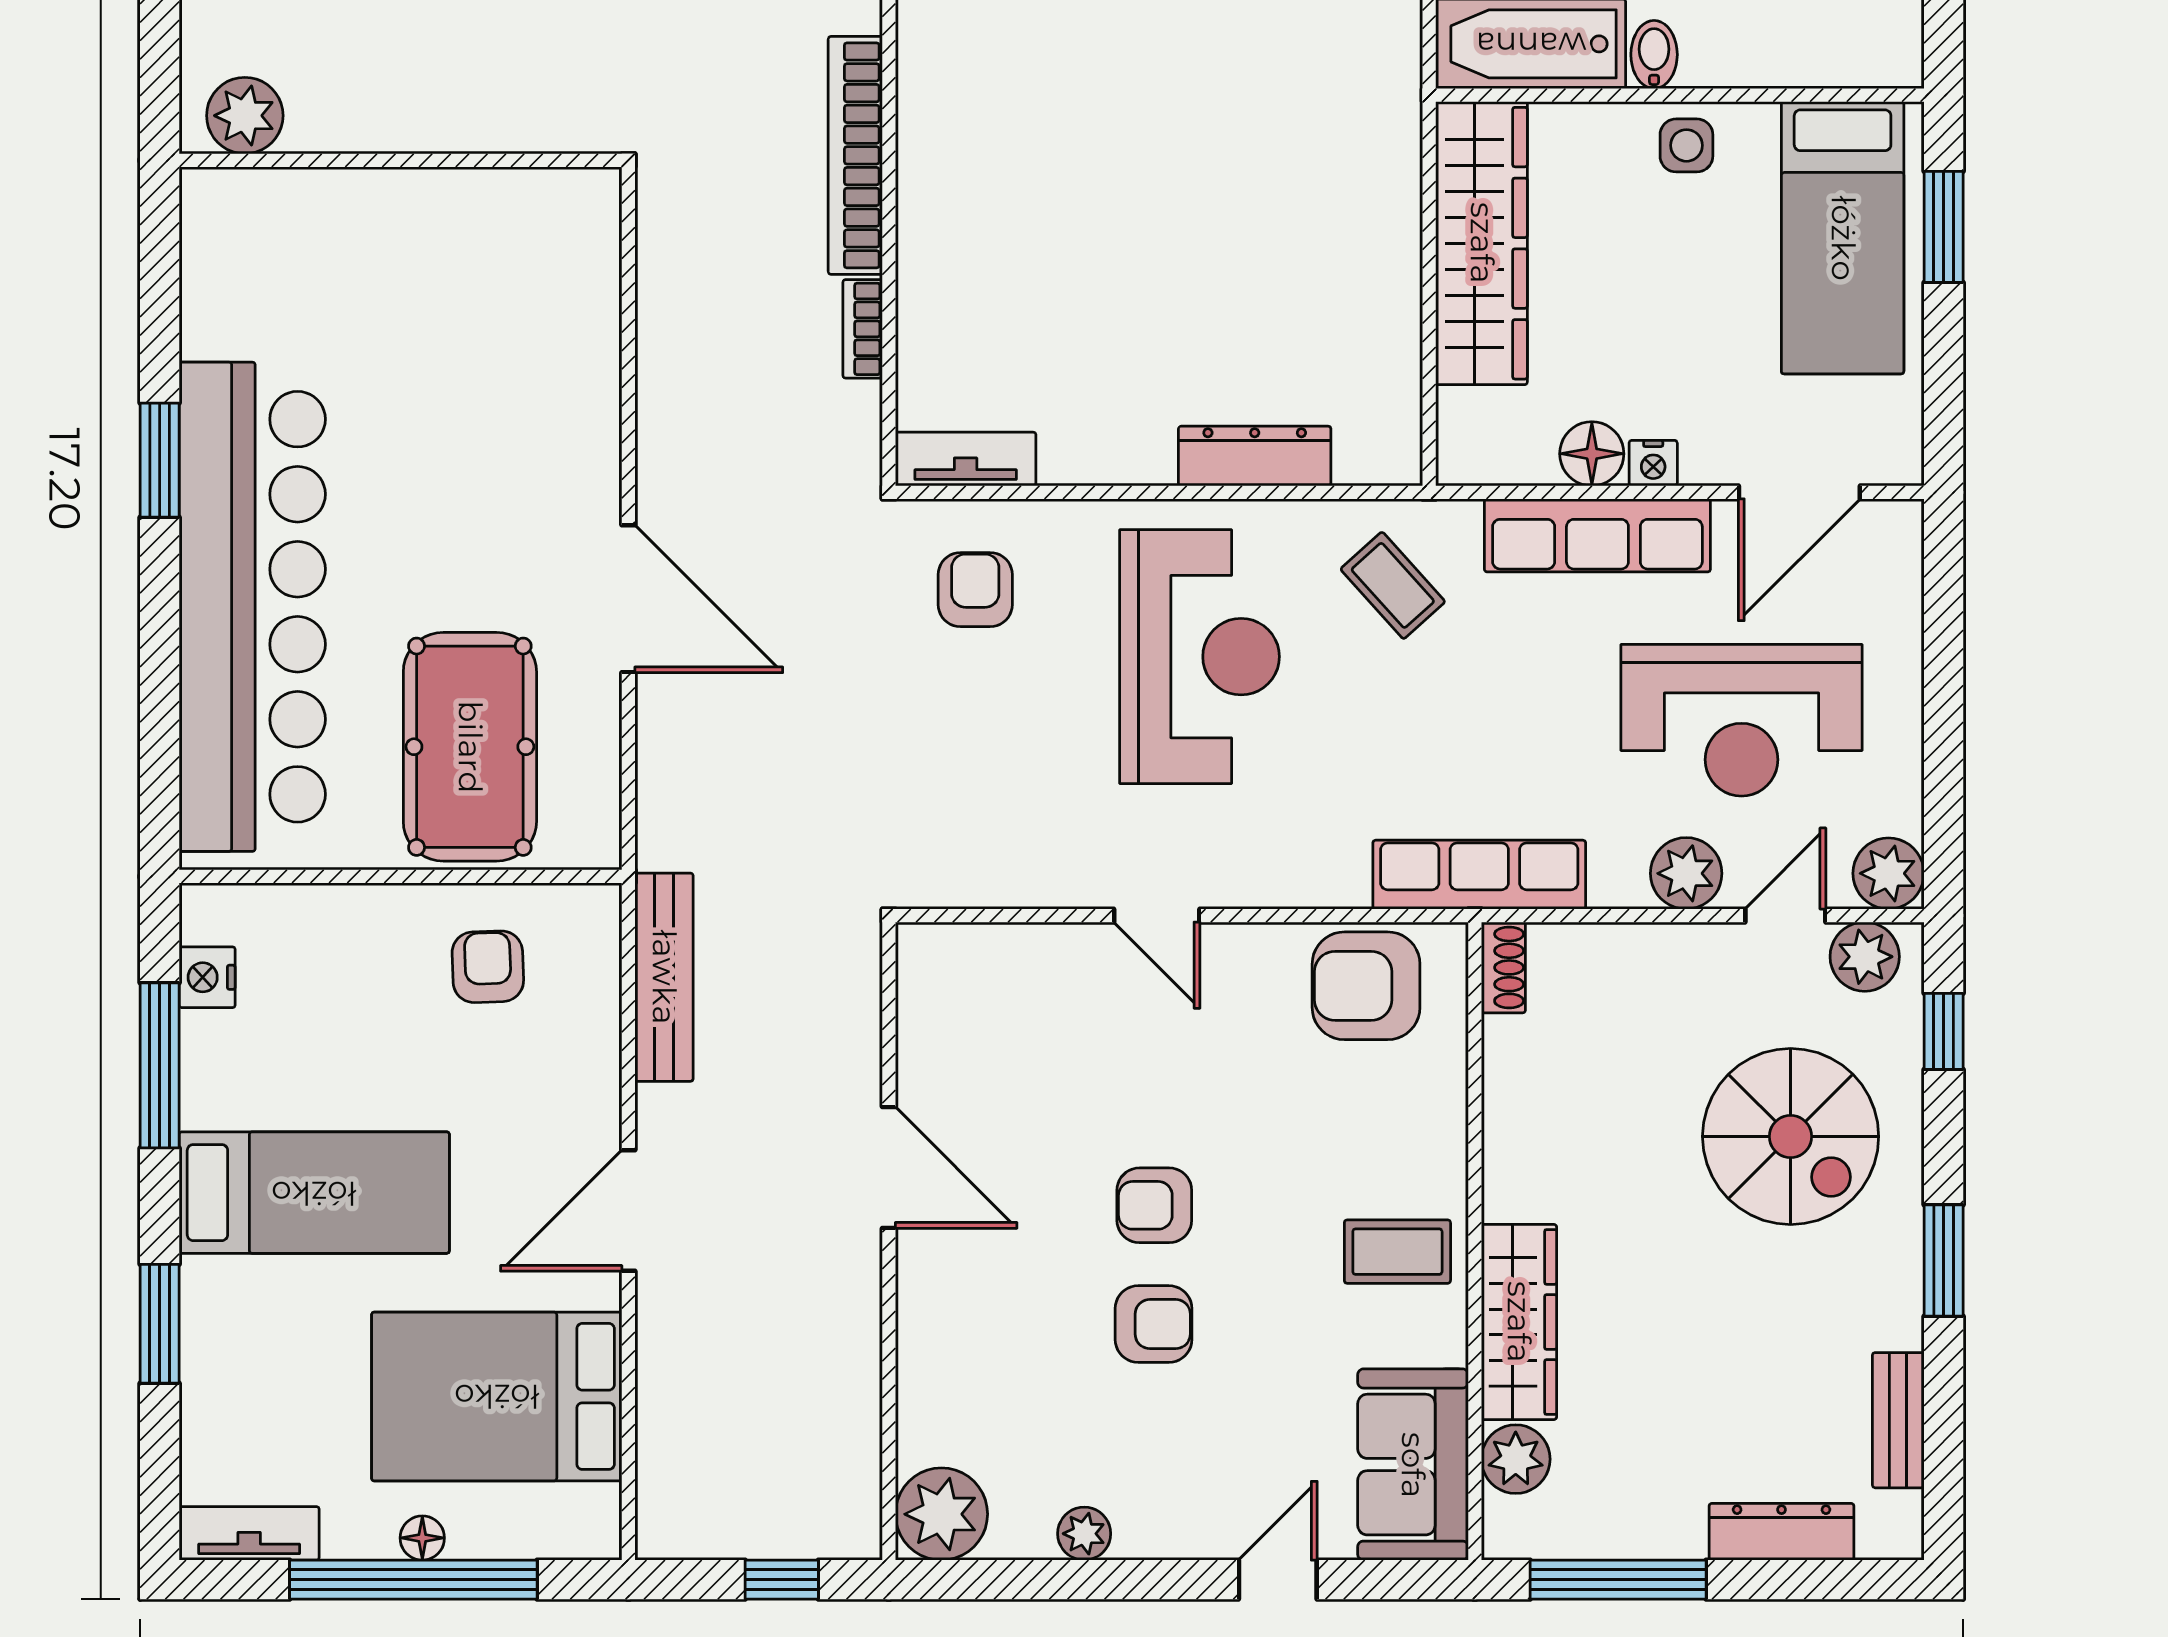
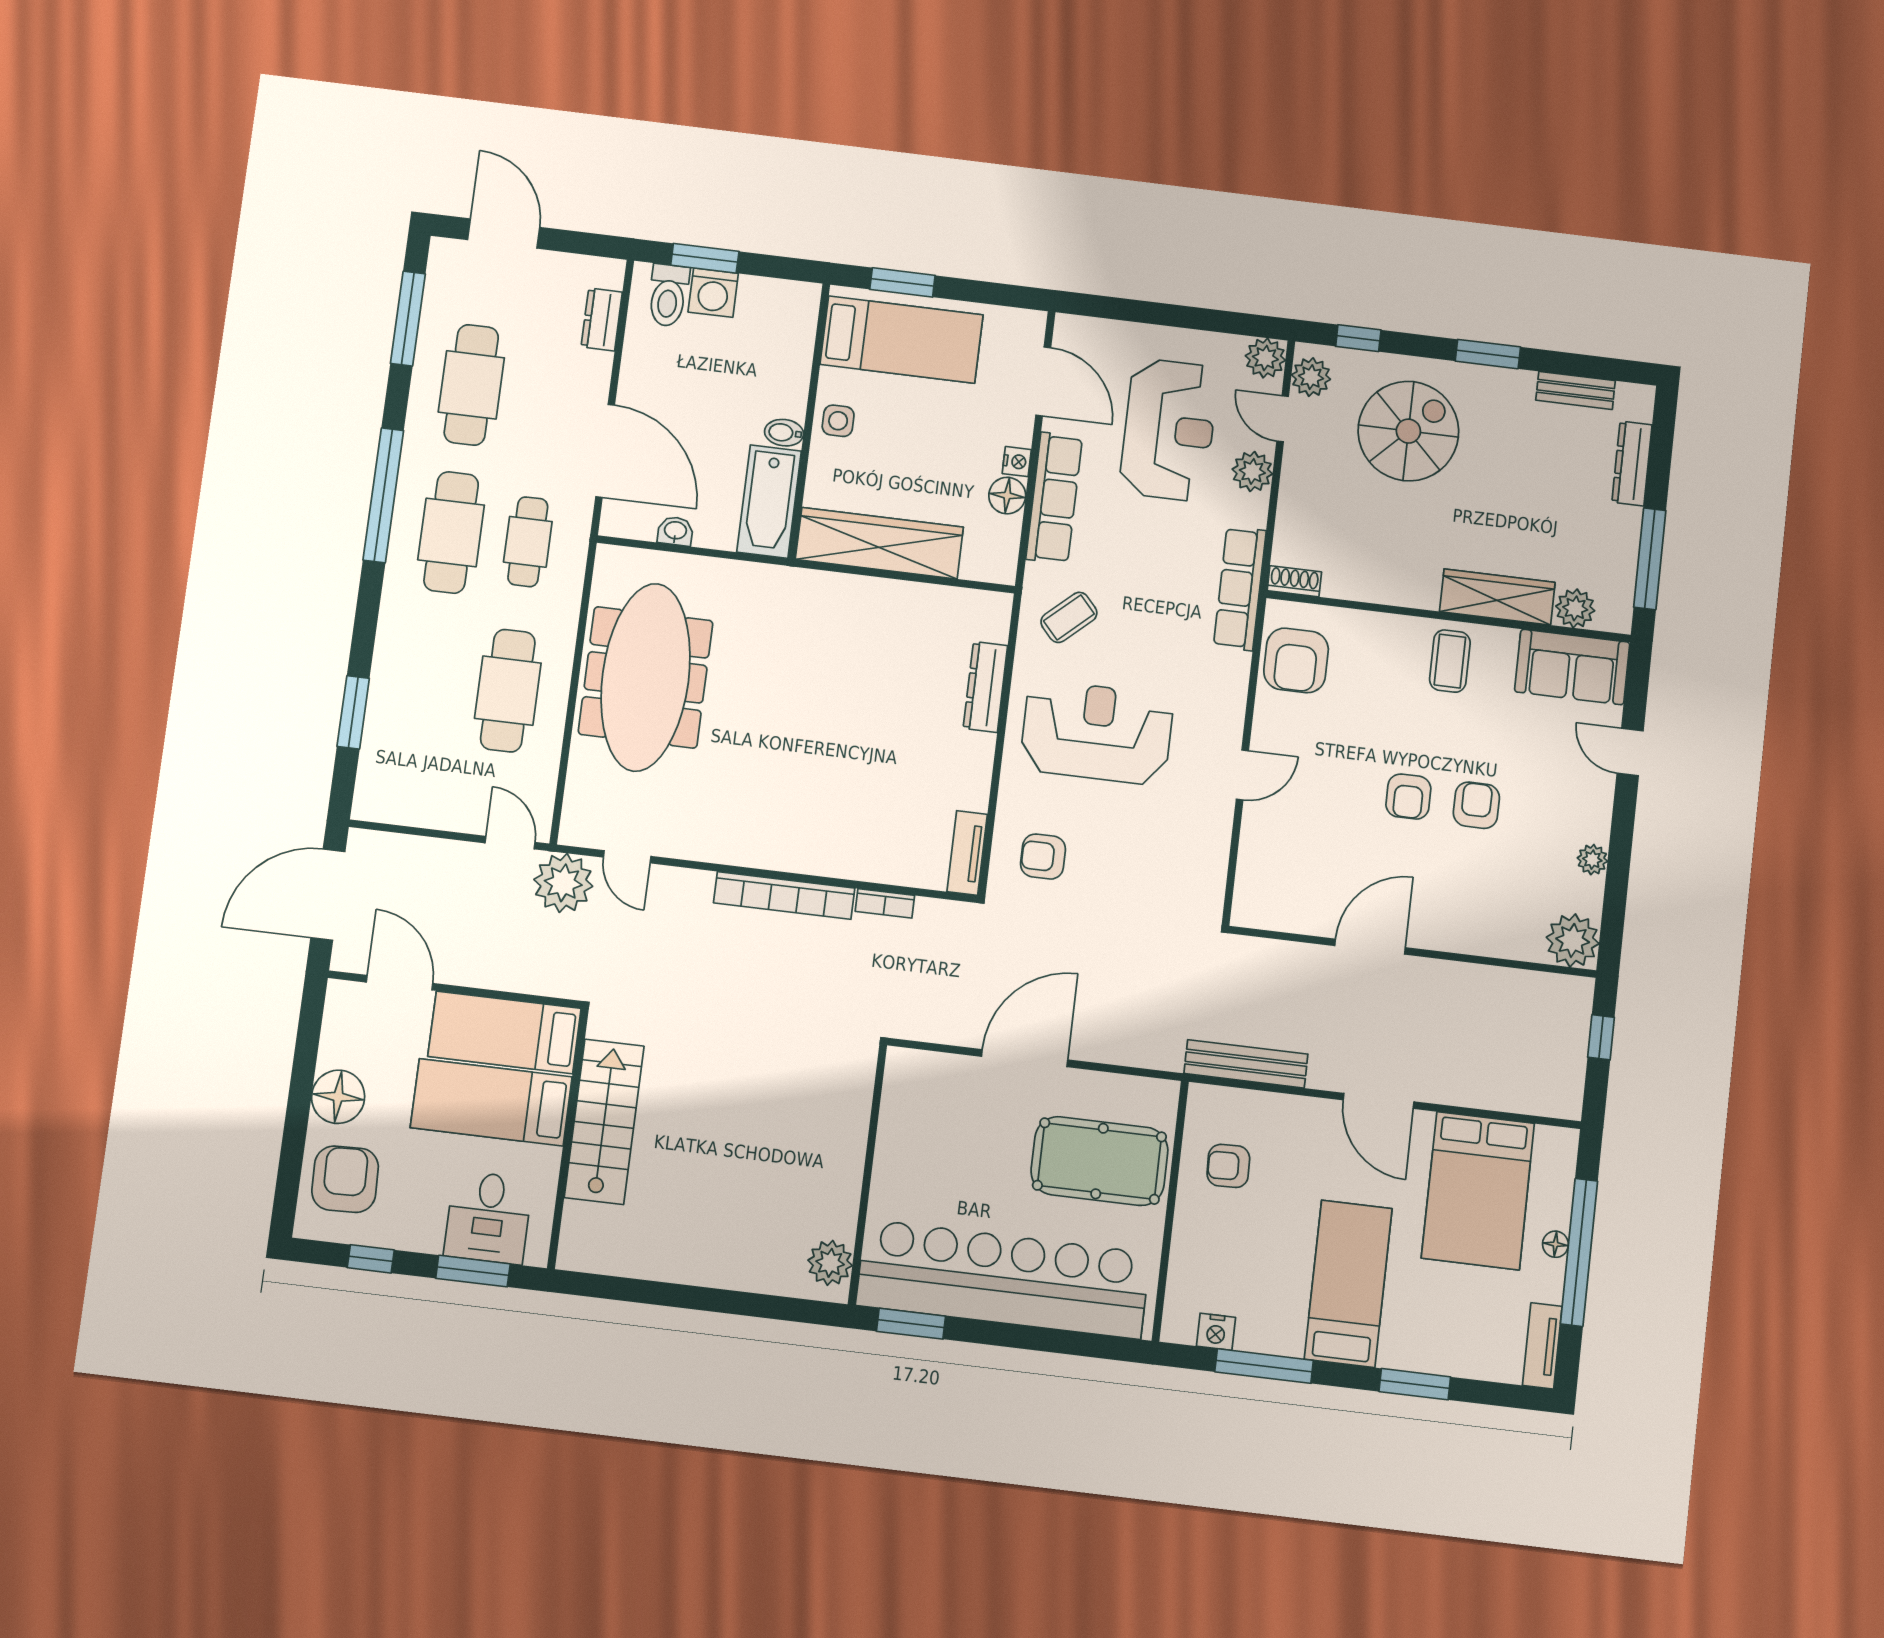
plant: (245, 116) -> (830, 1263), moved
wall: (400, 160) -> (867, 1174), moved

